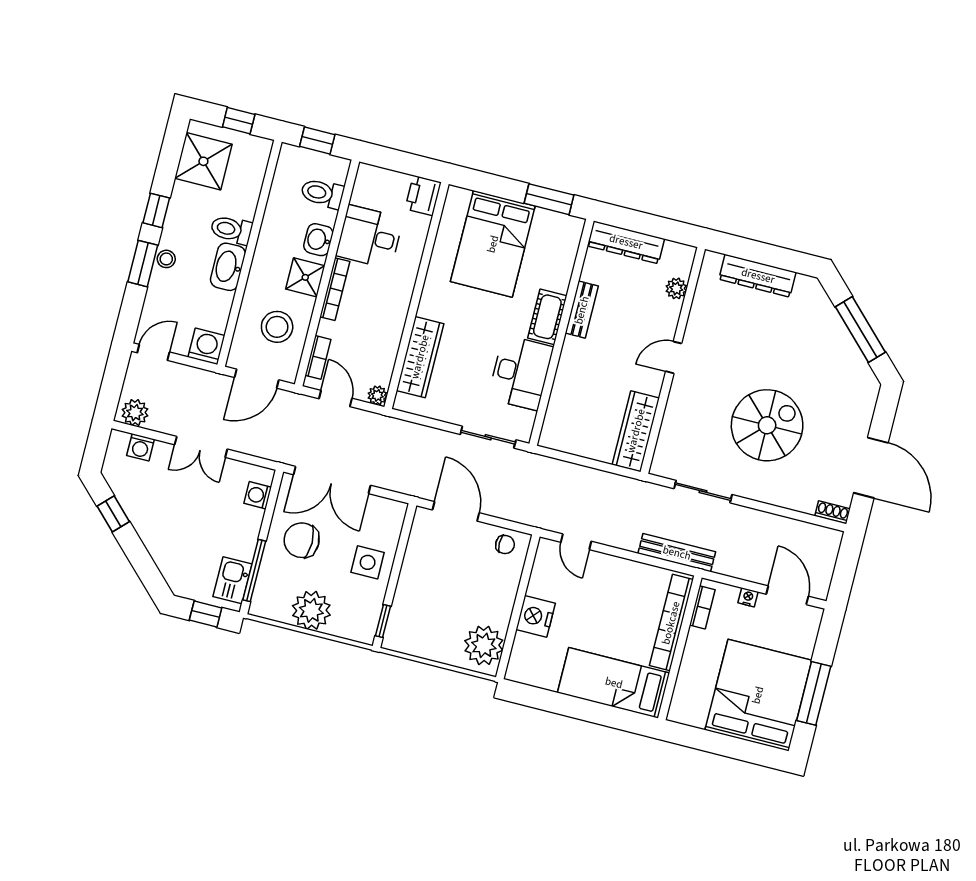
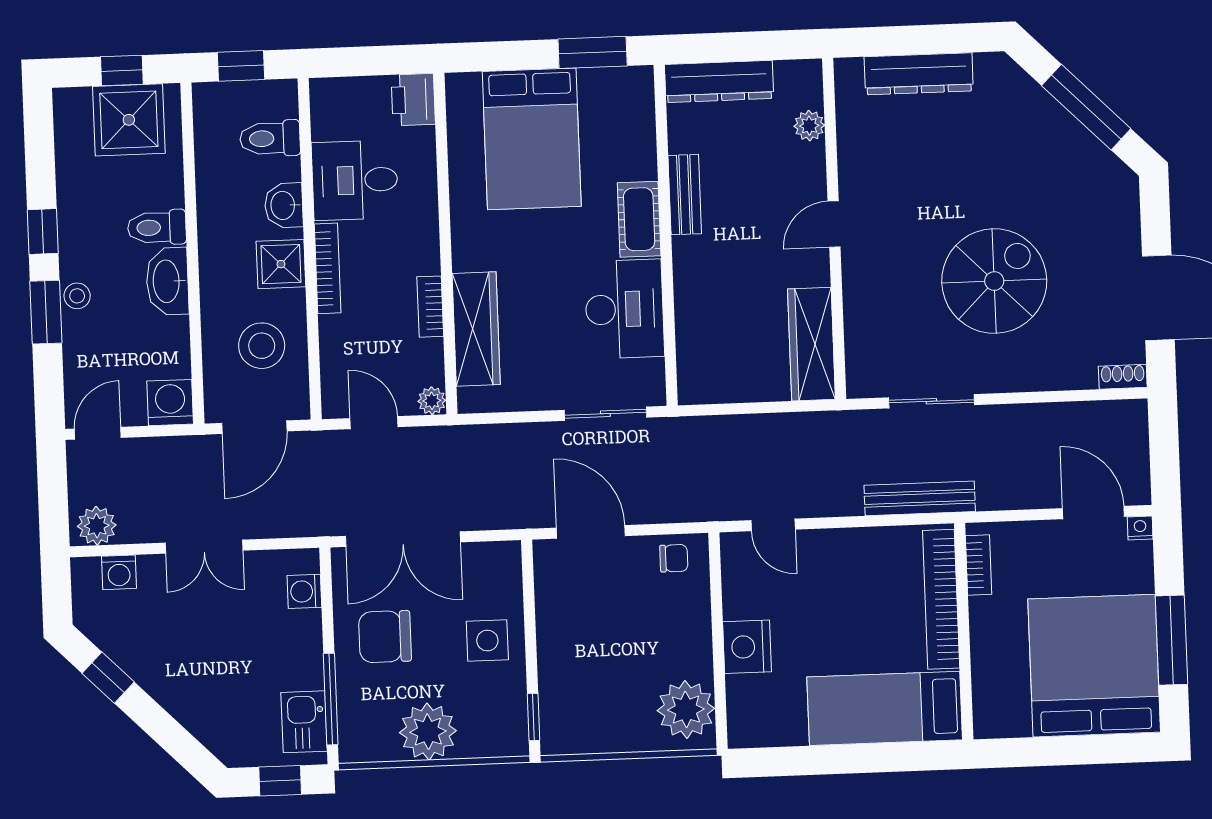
shower: (203, 161) -> (129, 120), moved
bookcase: (318, 357) -> (430, 307), moved, turned 180
nightstand: (748, 597) -> (1140, 528), moved

